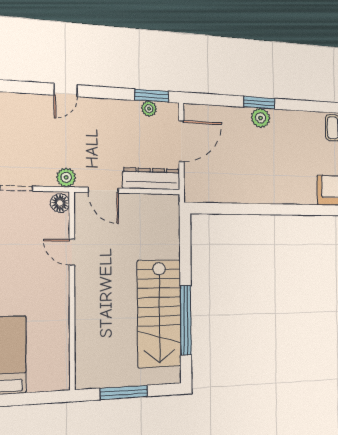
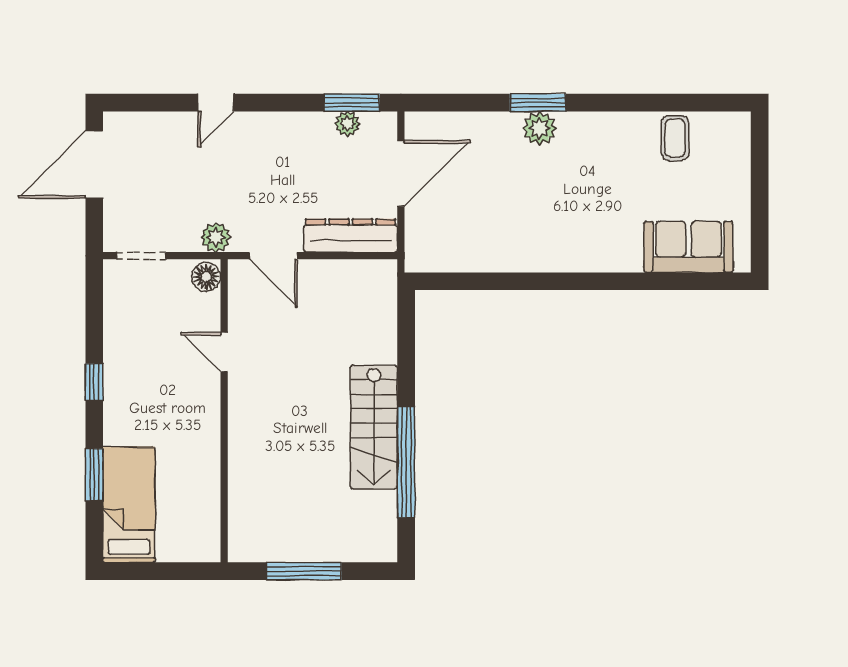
stairs: (159, 314) -> (374, 427), width x0.73, depth x0.66

